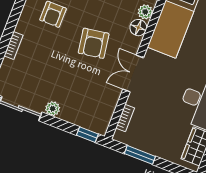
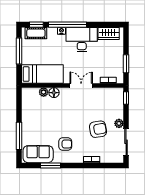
armchair: (94, 43) -> (98, 129), moved
double door: (133, 73) -> (81, 85), swing flipped

